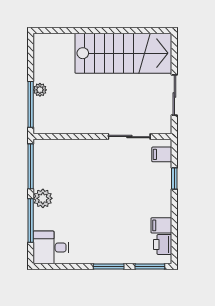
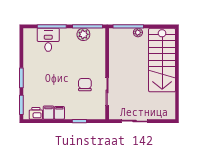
stairs: (123, 53) -> (162, 60), moved
filing cabinet: (162, 154) -> (59, 113), moved
chair: (119, 170) -> (85, 85), added
plant: (43, 198) -> (83, 34), moved
desk: (51, 247) -> (48, 40), moved

